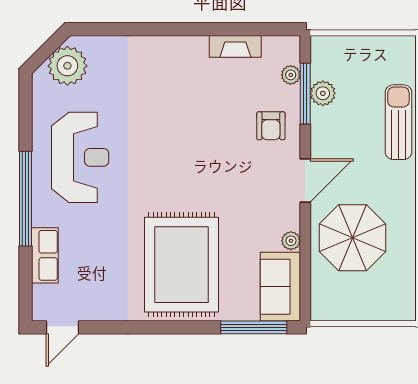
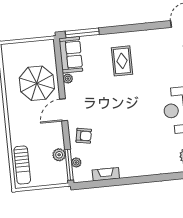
window: (305, 94) -> (69, 165), moved
sun lounger: (398, 122) -> (22, 165), moved
armchair: (271, 126) -> (84, 136), turned 100
rug: (182, 265) -> (122, 61), width x0.54, depth x0.49

